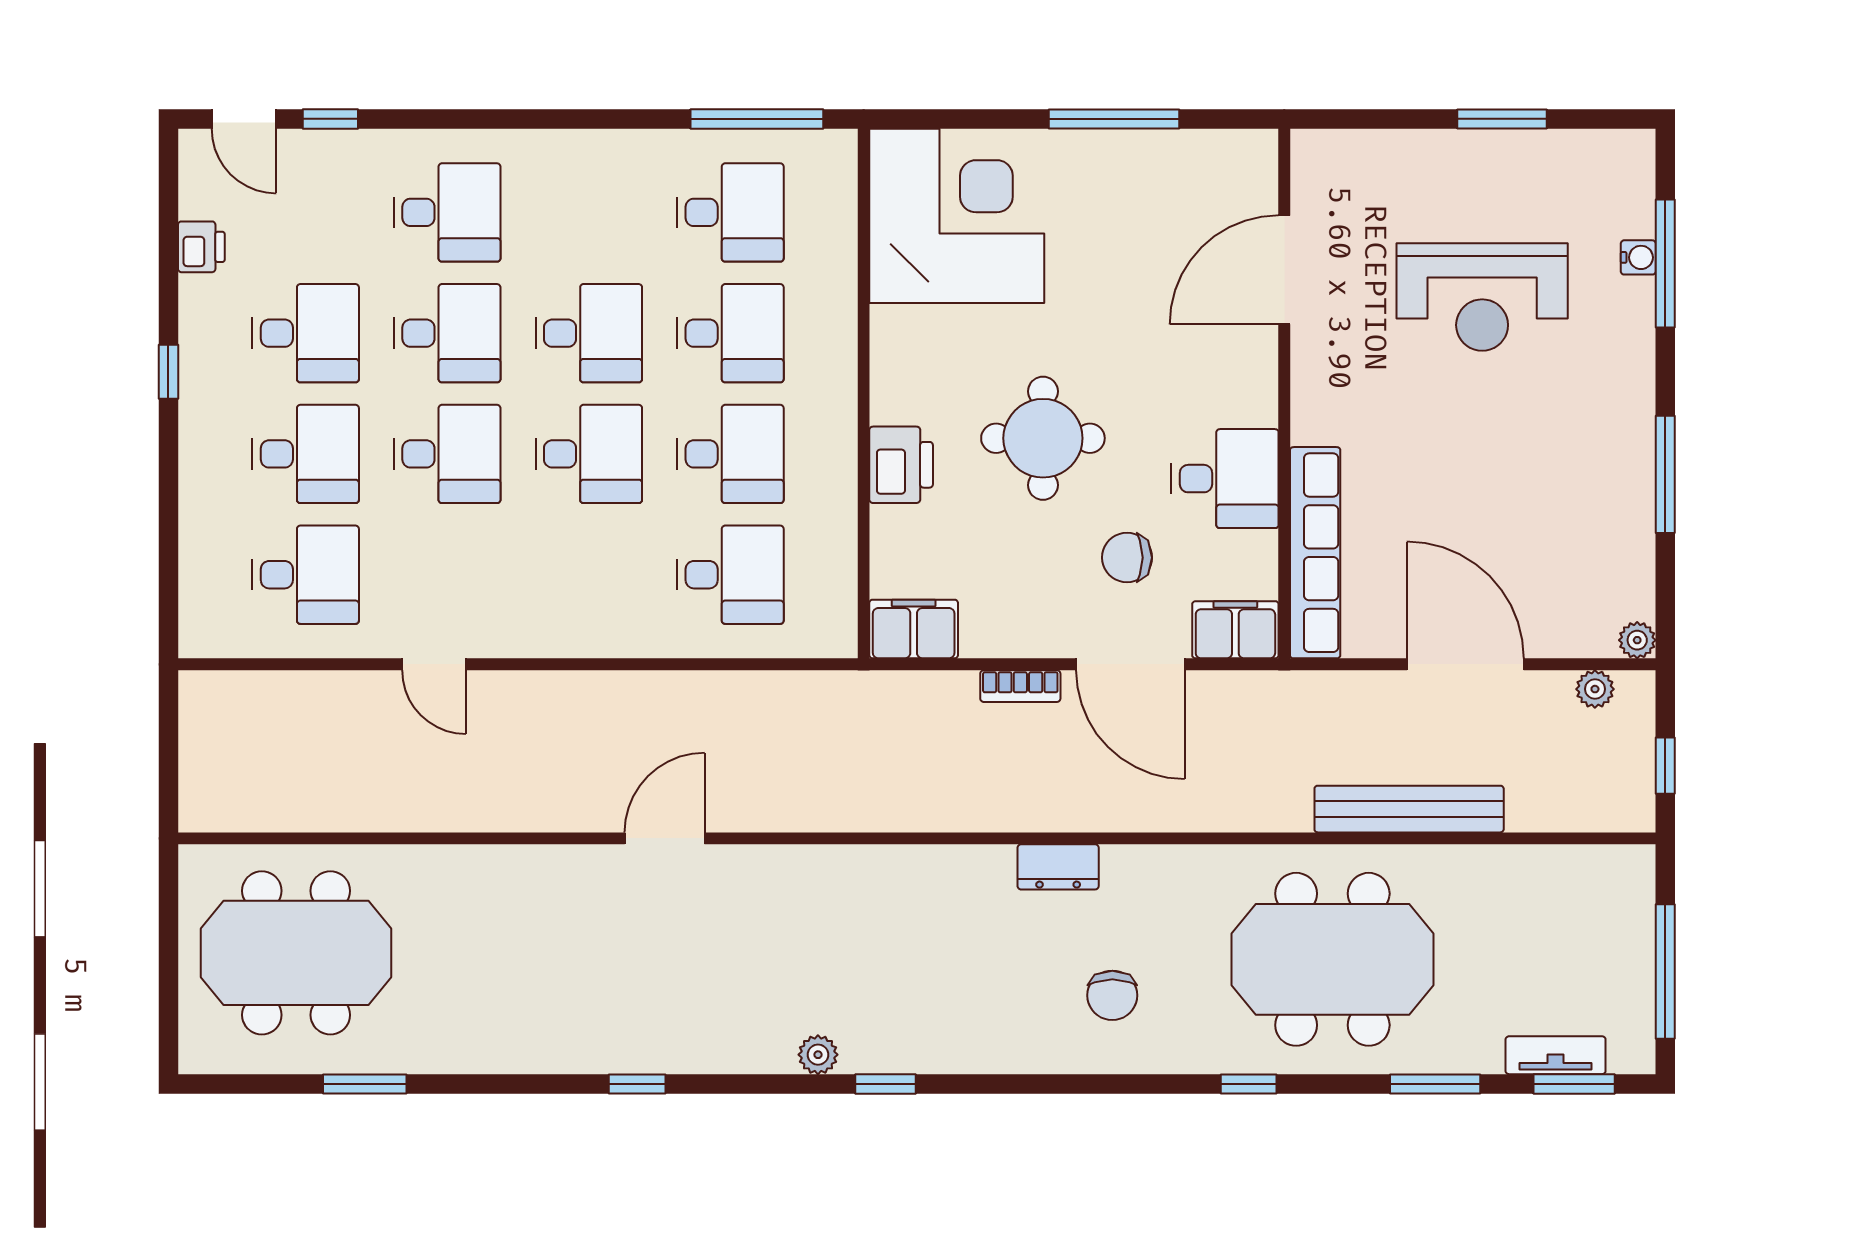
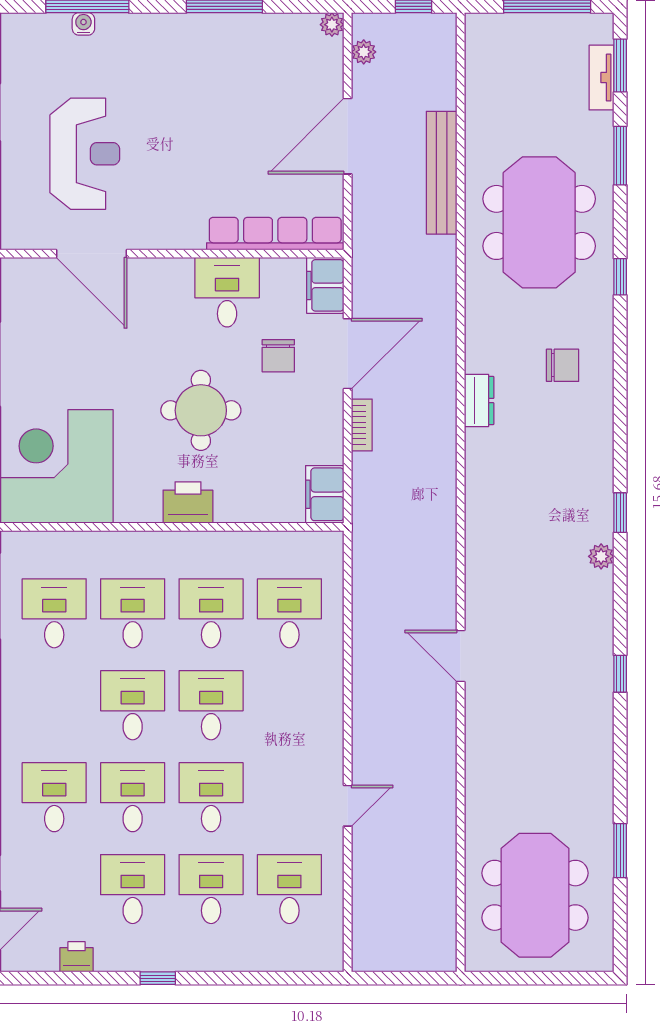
reception desk: (1482, 297) -> (85, 154), moved
printer: (901, 465) -> (188, 502), moved

